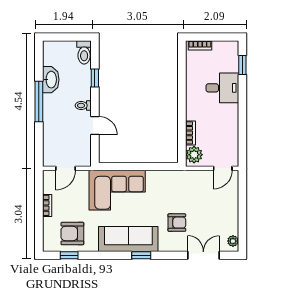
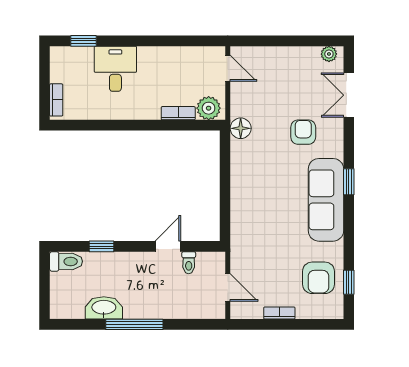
toilet: (83, 105) -> (189, 263), moved
floor lamp: (180, 178) -> (241, 128), added
corner sofa: (117, 190) -> (258, 215), removed

